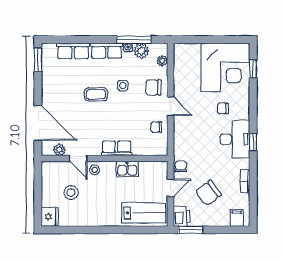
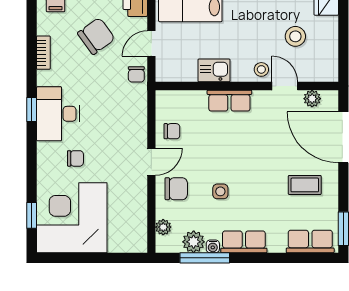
row of seats: (73, 51) -> (310, 241), moved
coffee table: (96, 94) -> (305, 185), moved
door: (171, 106) -> (151, 162), swing flipped

